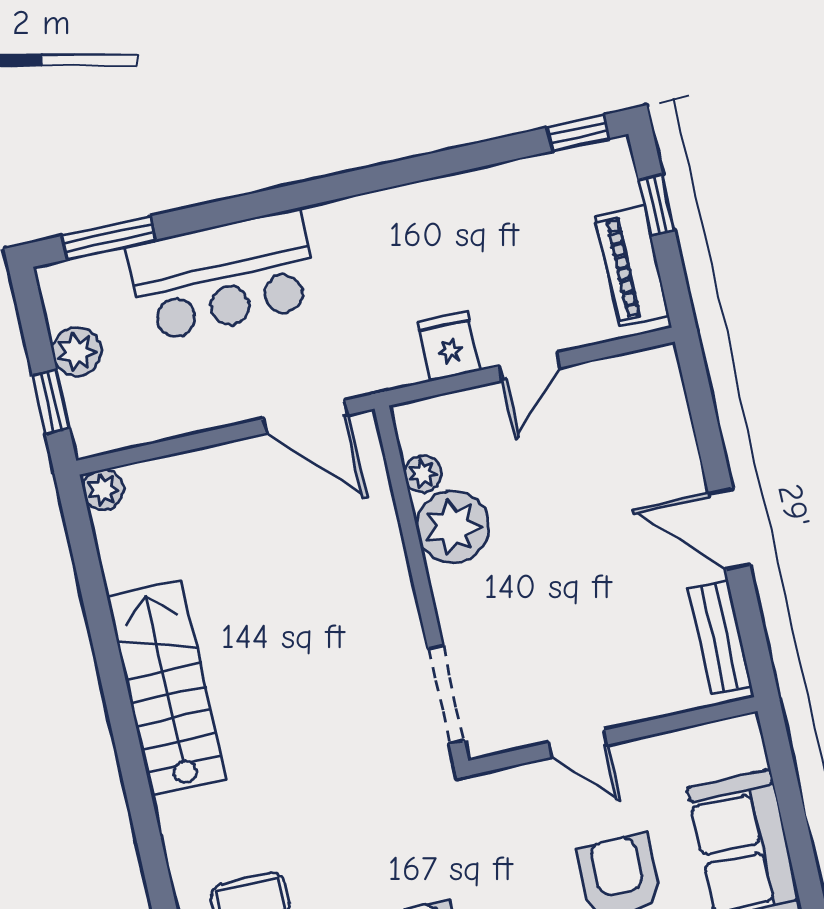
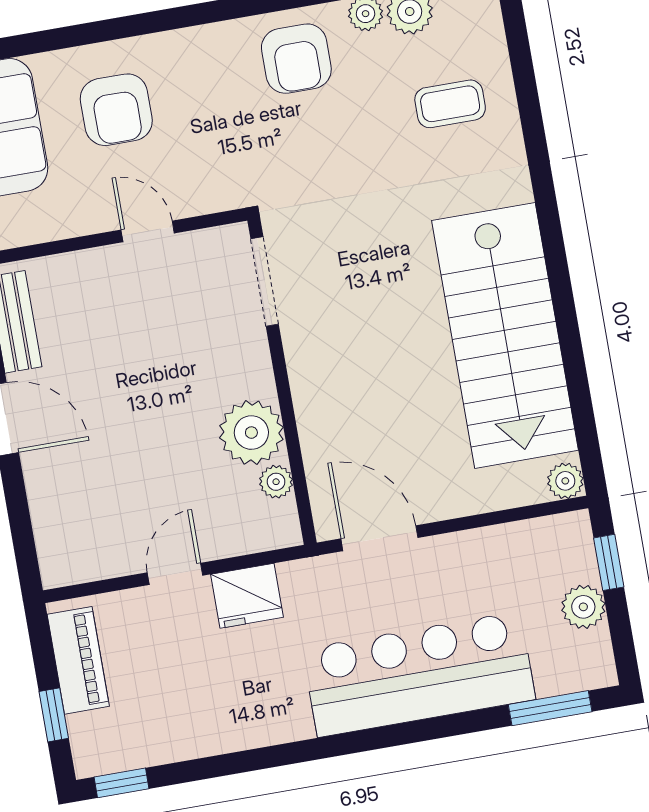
bar counter: (223, 276) -> (419, 674), width x1.36
fridge: (449, 346) -> (247, 596), width x1.38
stairs: (167, 688) -> (505, 335), width x1.36, depth x1.51

